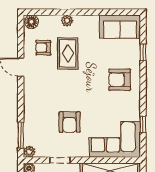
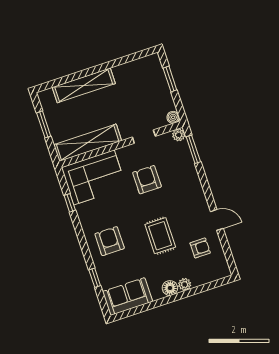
floor lamp: (32, 22) -> (170, 288), moved
rug: (68, 53) -> (160, 236), moved
armchair: (120, 80) -> (110, 241), turned -90

